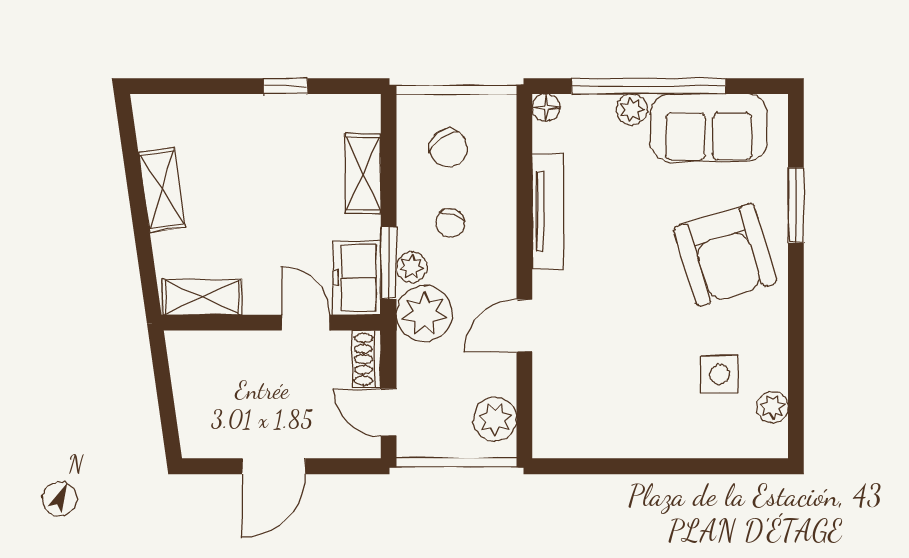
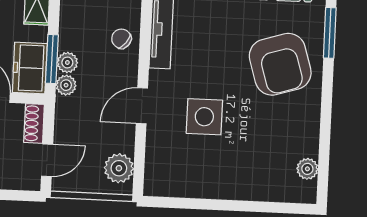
chair: (450, 223) -> (121, 39), moved, turned 110
plant: (424, 314) -> (66, 85), width x0.53, depth x0.53
side table: (720, 374) -> (204, 117), moved, width x1.37, depth x1.37
door: (389, 412) -> (47, 160), swing flipped

